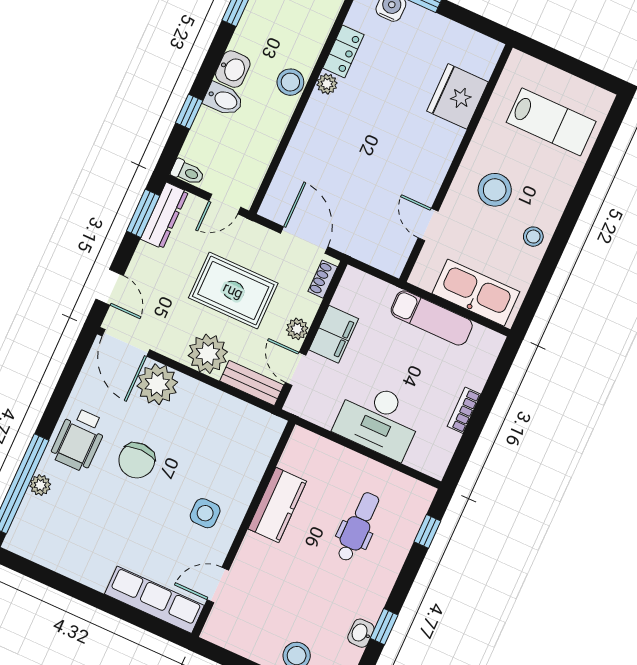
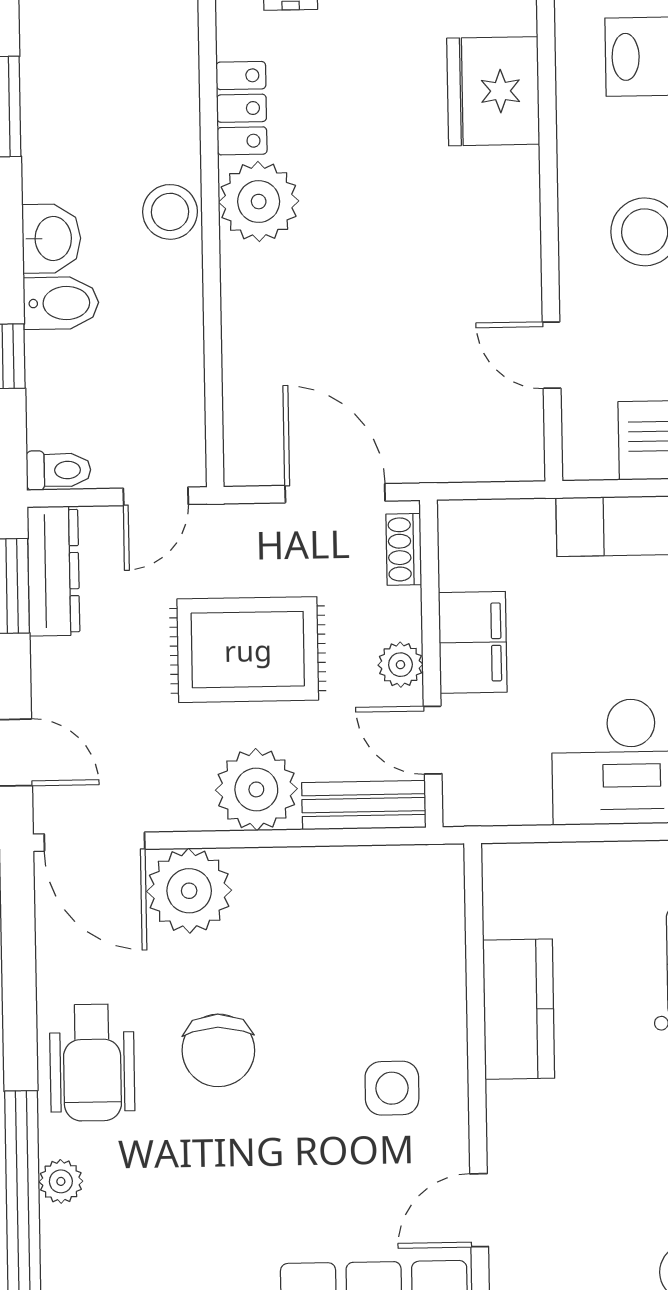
plant: (327, 84) -> (259, 202), width x1.88, depth x1.88

